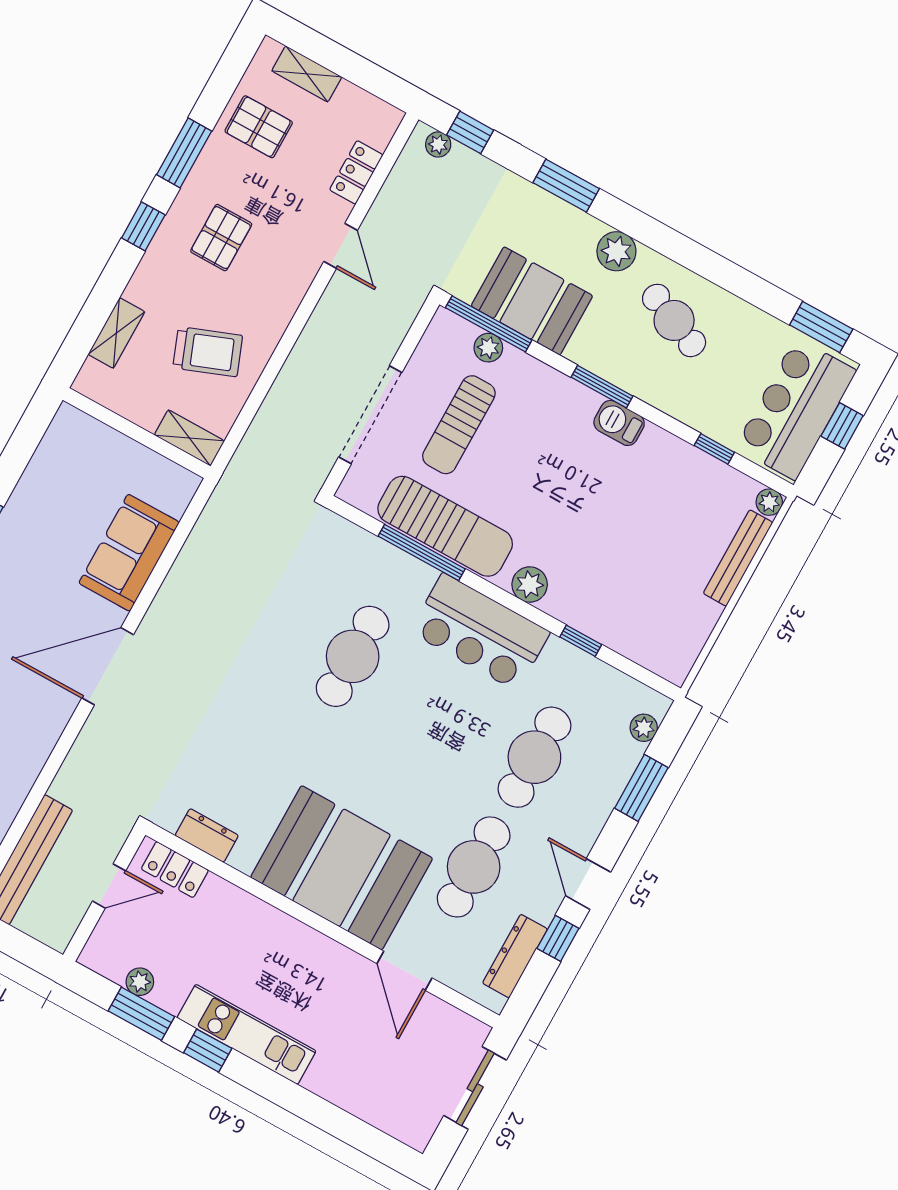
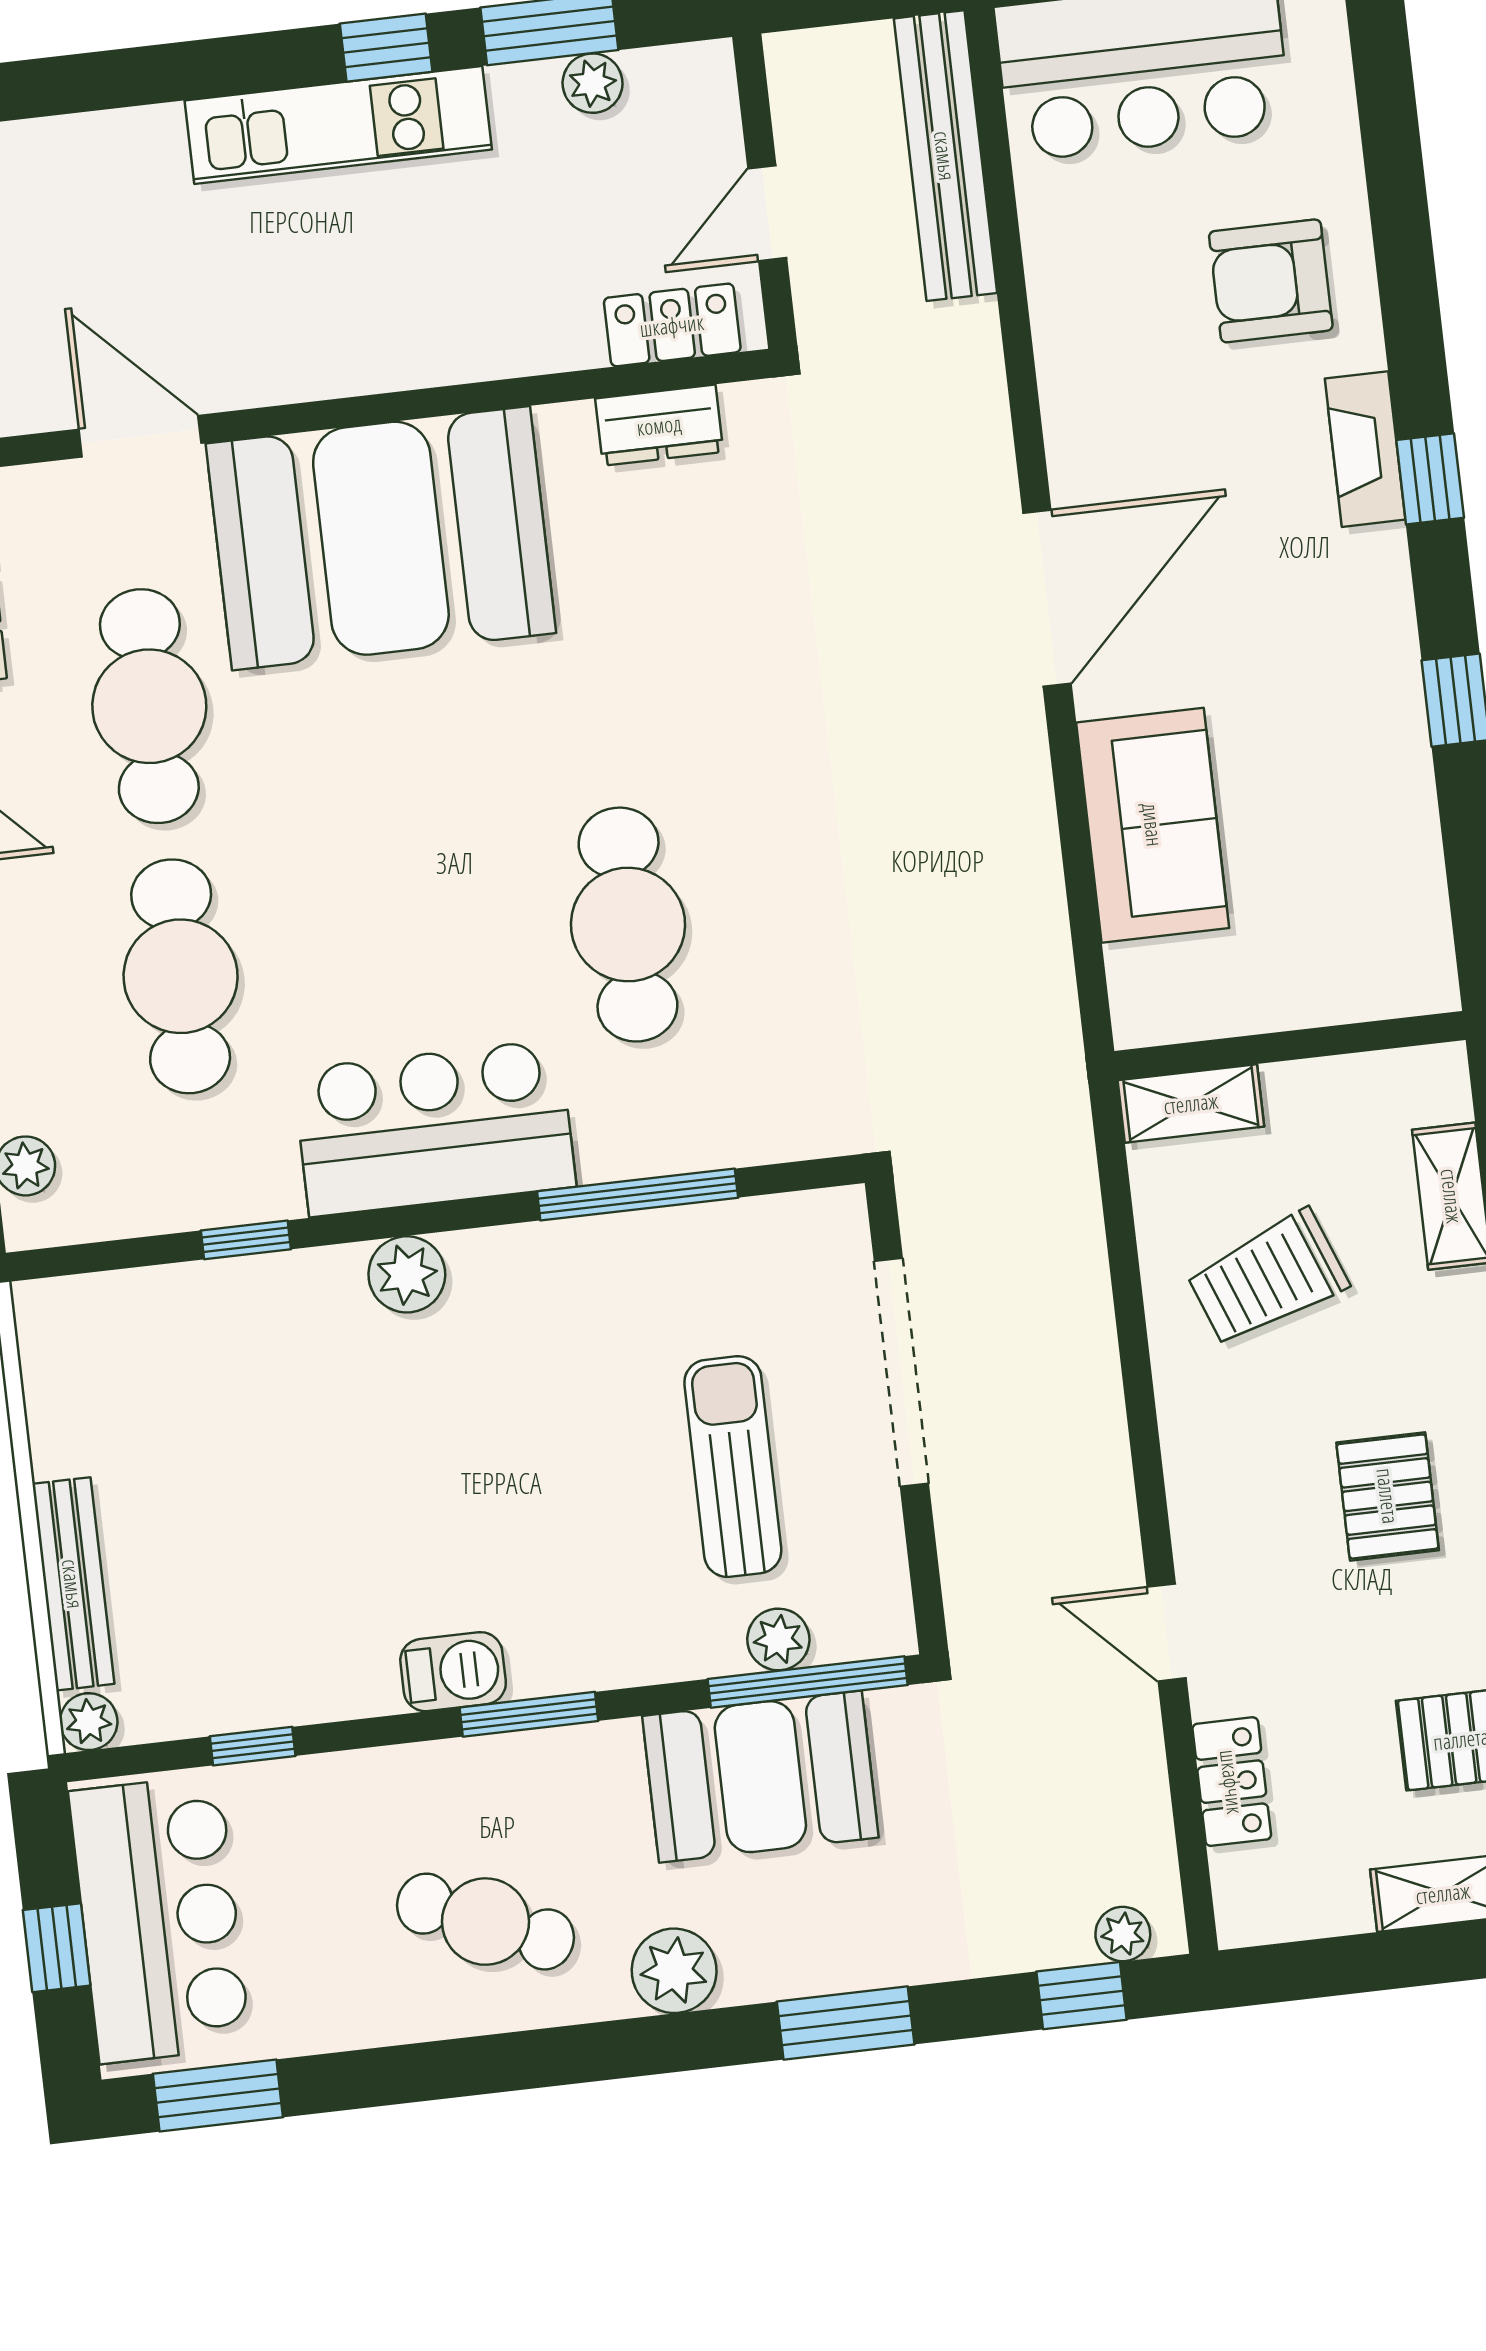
sun lounger: (445, 526) -> (629, 1270), removed

